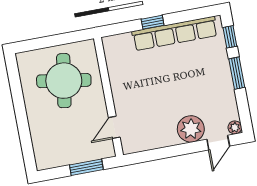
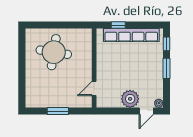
wall: (108, 97) -> (94, 68), moved
door: (114, 127) -> (94, 89), moved

